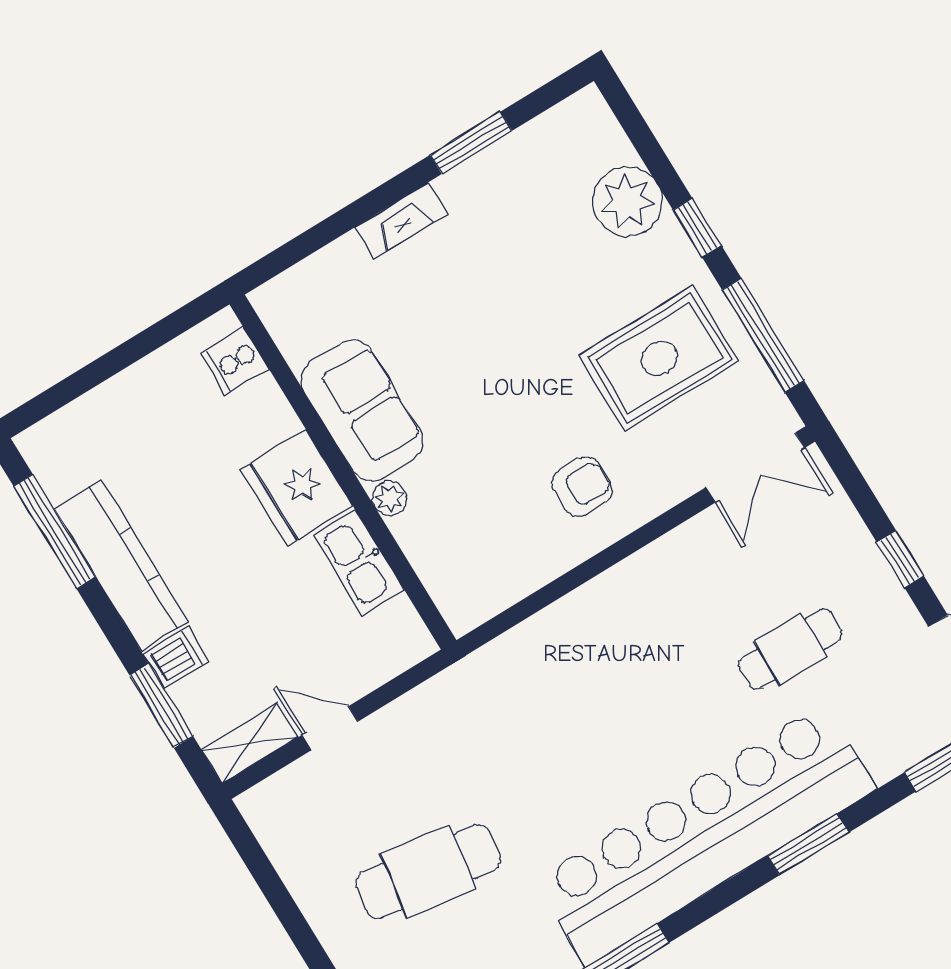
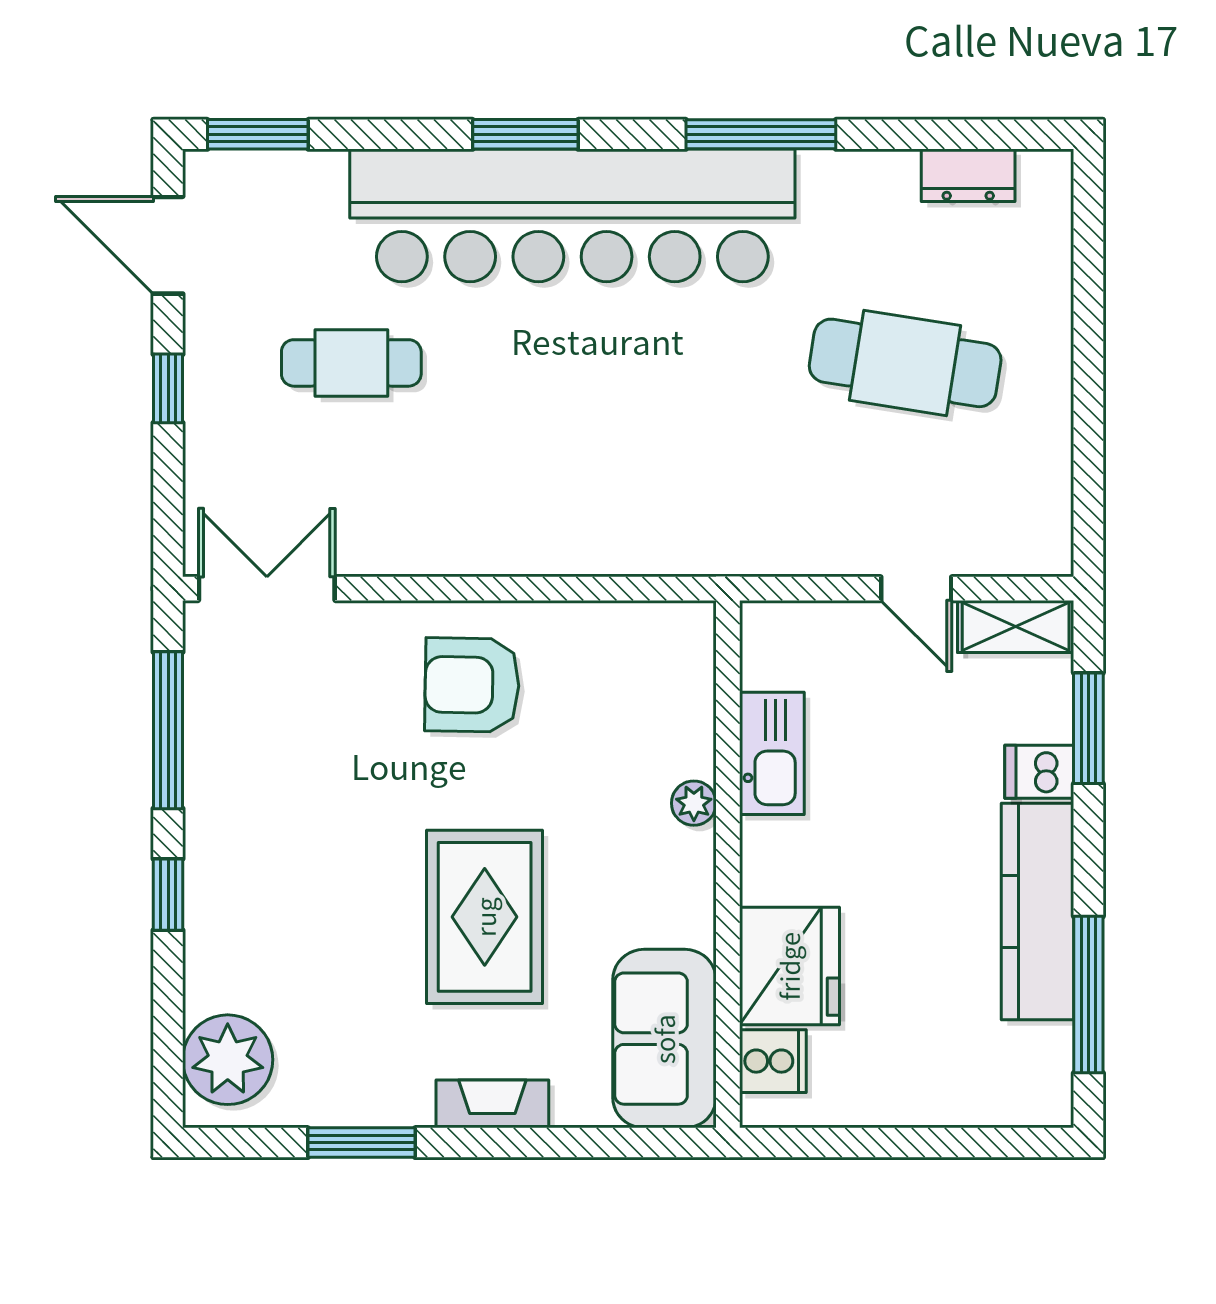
plant: (627, 202) -> (228, 1060), moved
rug: (659, 358) -> (485, 917), moved, turned 90
sofa: (362, 411) -> (664, 1039), moved
armchair: (582, 487) -> (472, 685), width x1.38, depth x1.38
fridge: (297, 488) -> (789, 966), moved
window: (808, 844) -> (525, 134), moved

